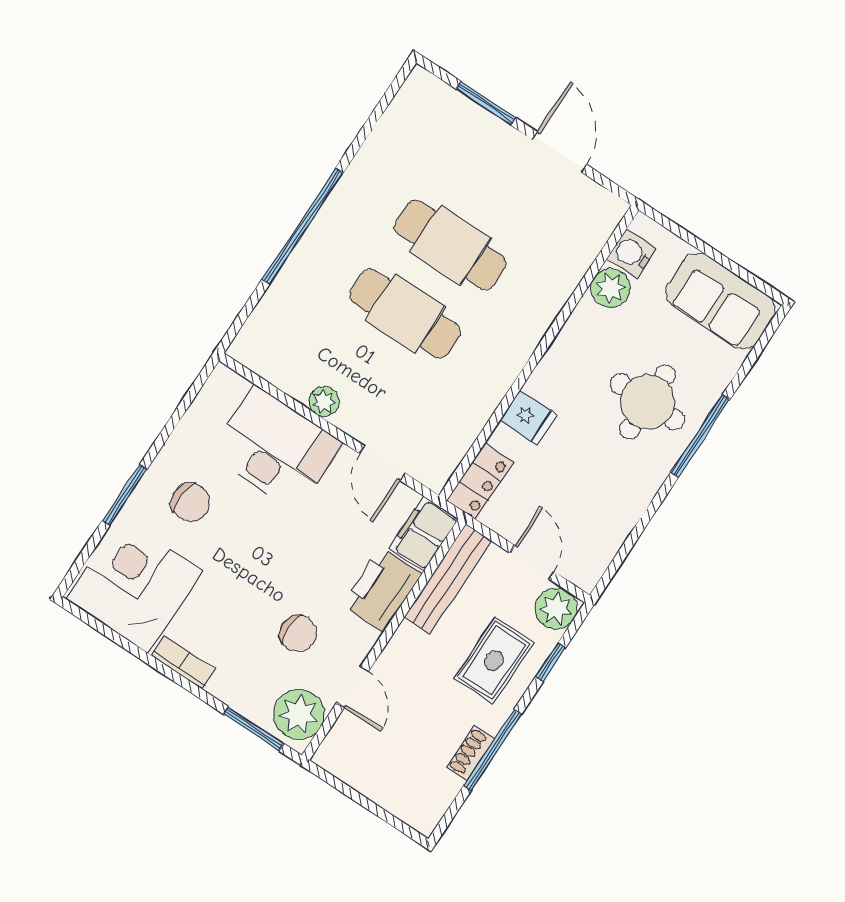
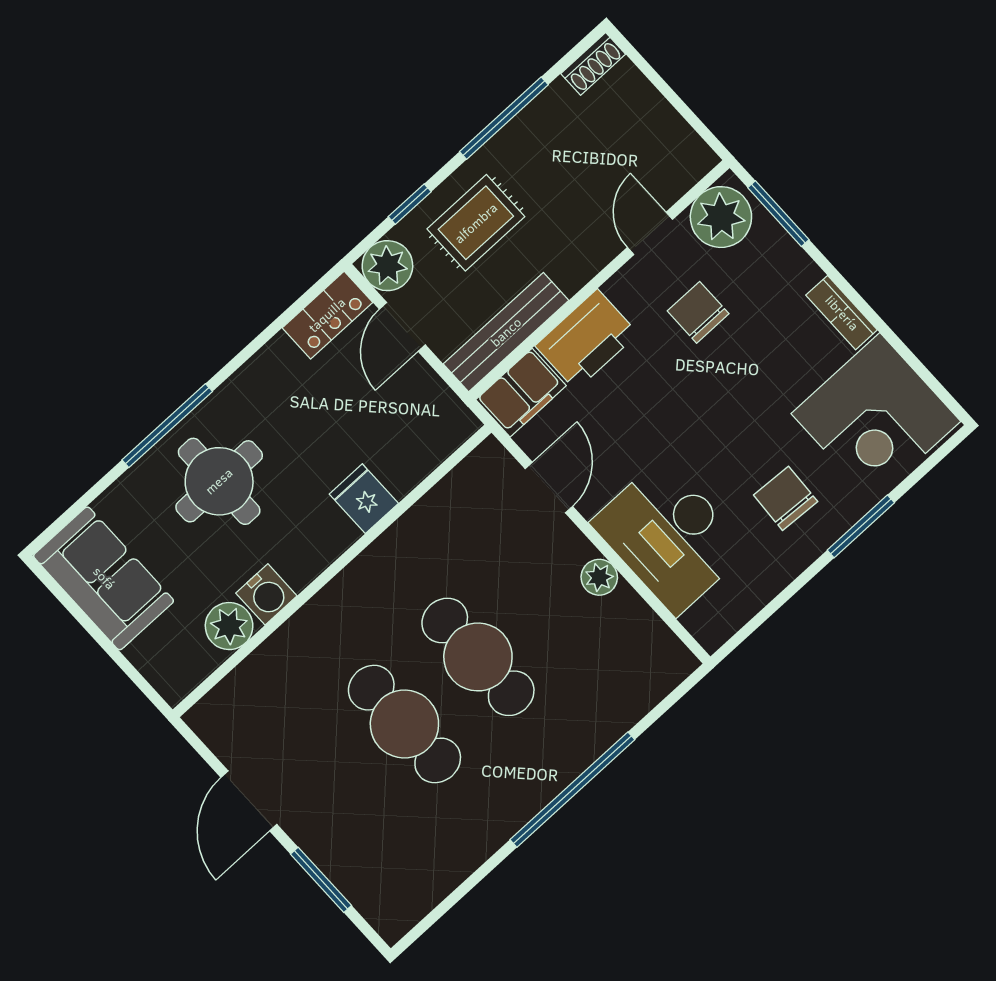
water cooler: (632, 254) -> (266, 594), moved
locker: (480, 481) -> (327, 315), moved, turned 180
shoe rack: (471, 753) -> (593, 64), moved

